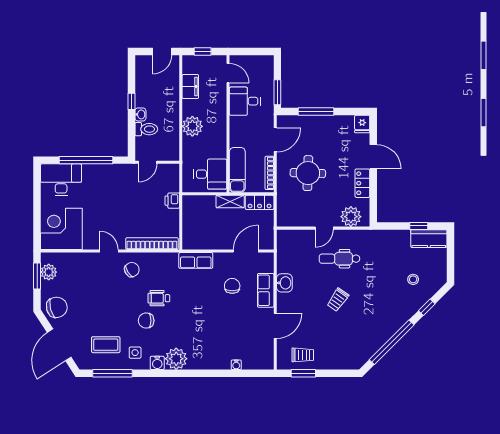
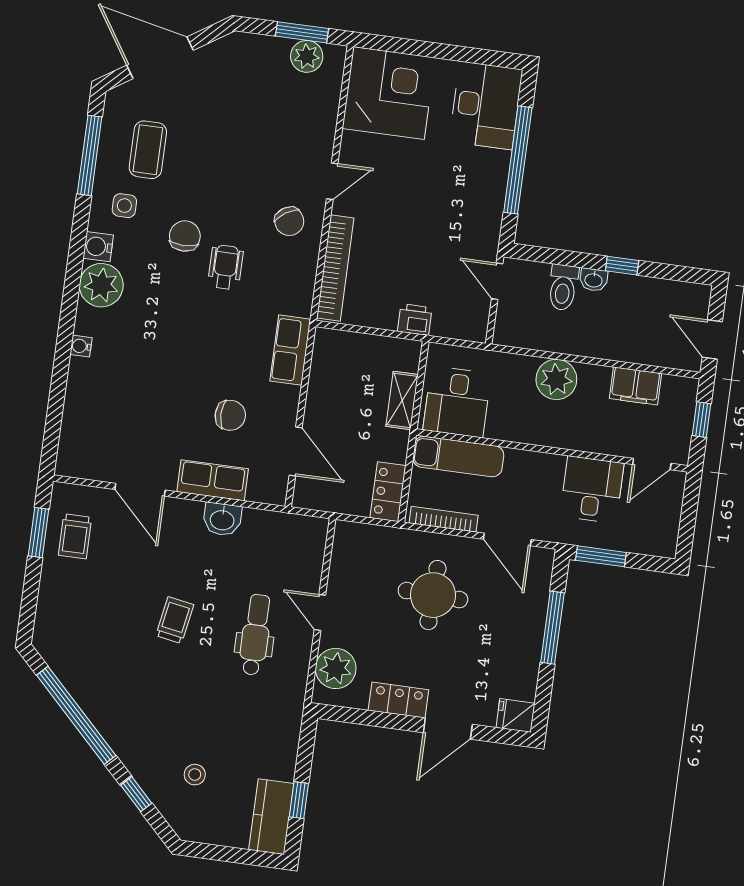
shelving: (230, 202) -> (402, 400), moved
trolley: (338, 300) -> (175, 620), turned 65
chair: (57, 307) -> (235, 63), removed
water cooler: (236, 365) -> (81, 346), moved

